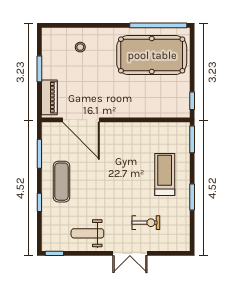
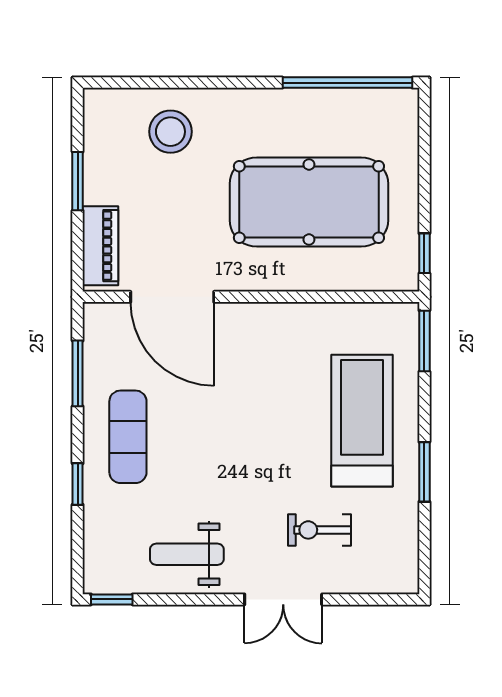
stool: (80, 47) -> (170, 132), width x1.89, depth x1.89
pool table: (152, 55) -> (309, 202), moved
treadmill: (165, 174) -> (362, 421), width x1.37, depth x1.38
exercise bike: (146, 223) -> (320, 530), turned 180

